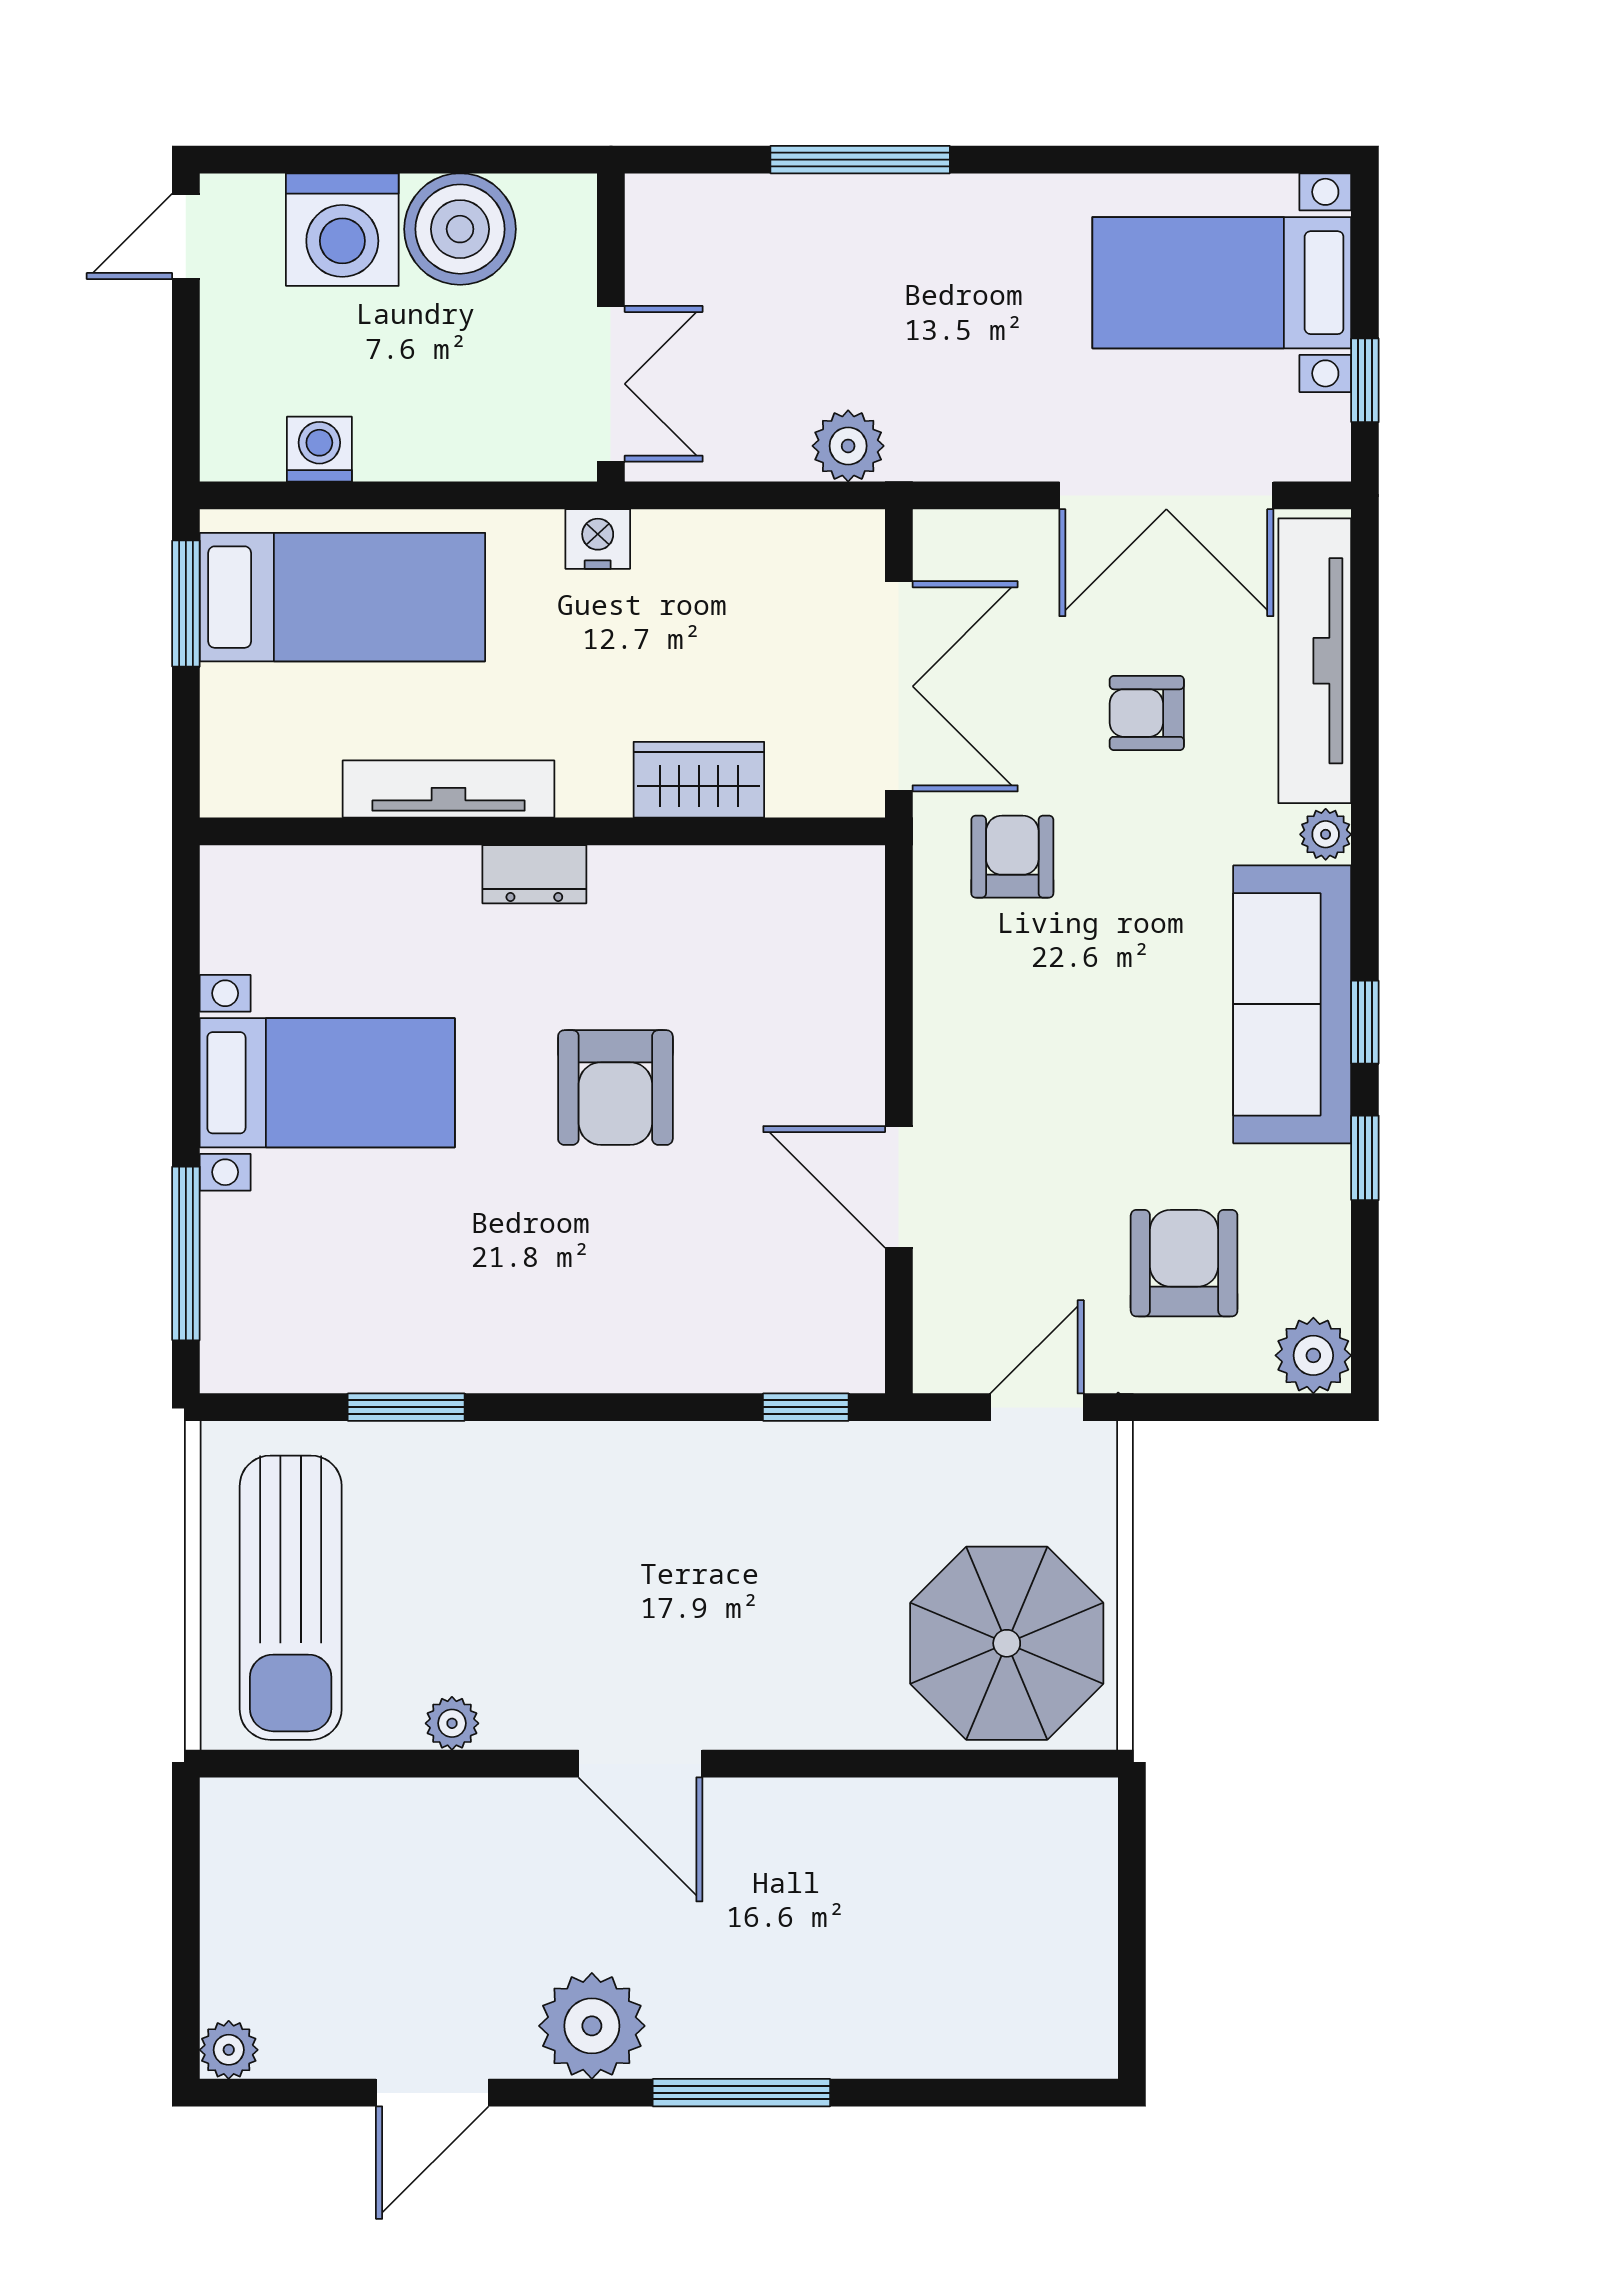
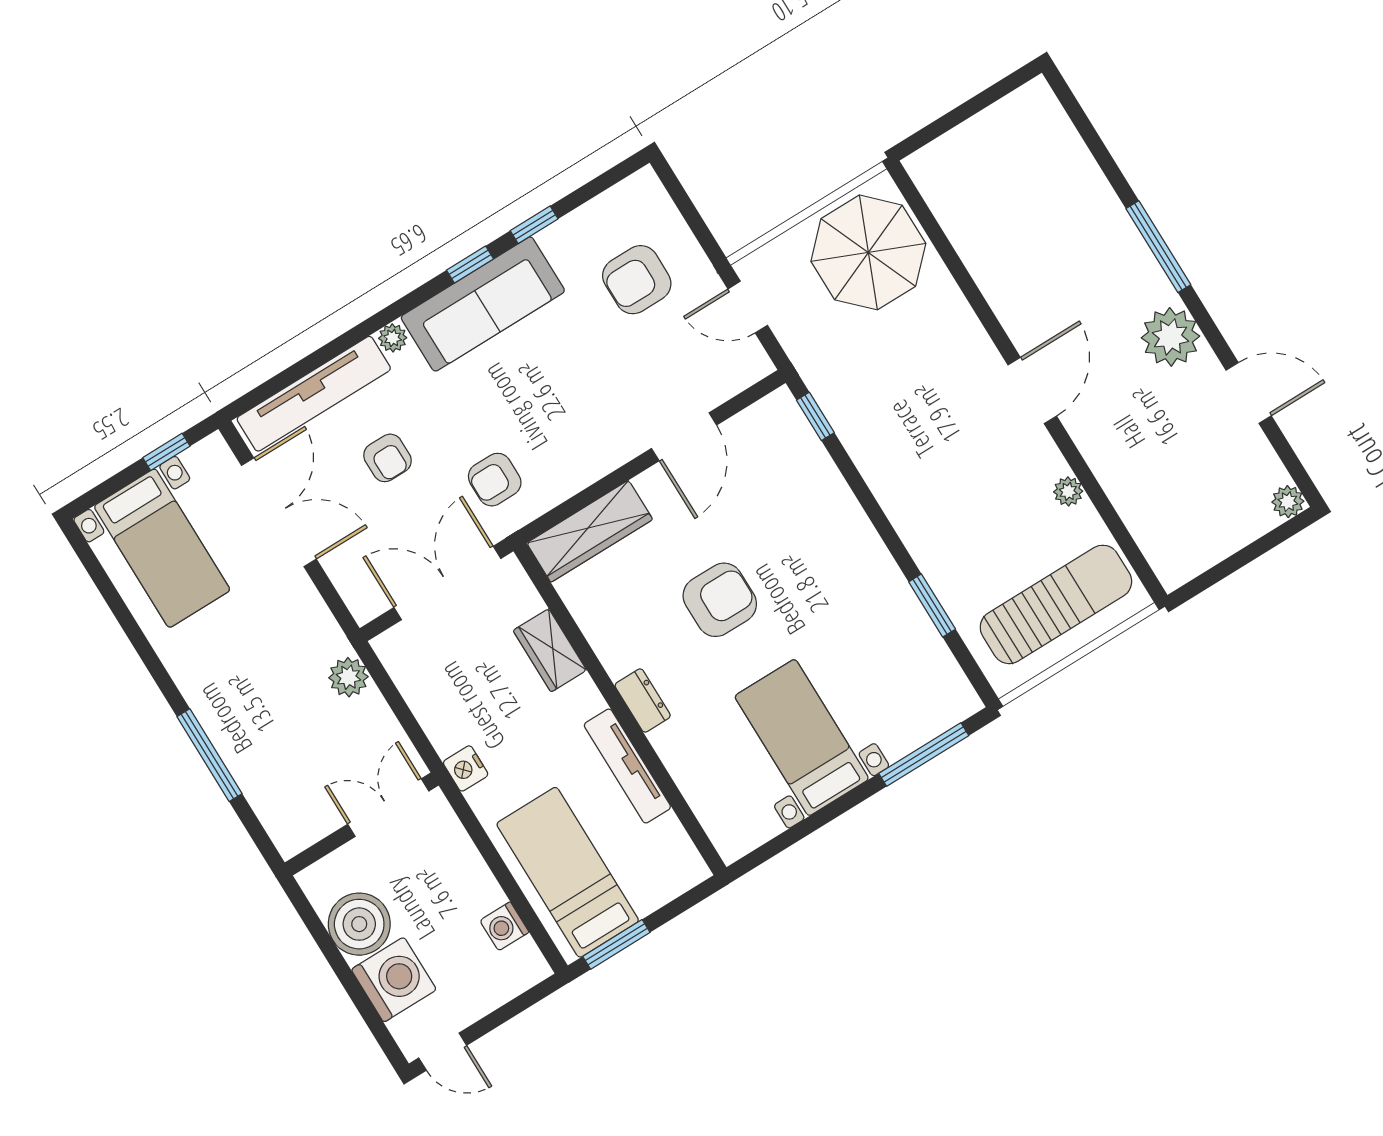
wardrobe: (843, 953) -> (590, 531), added
plant: (1313, 1355) -> (643, 192), removed

